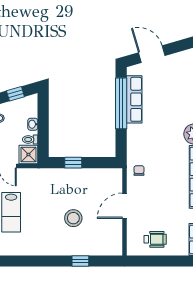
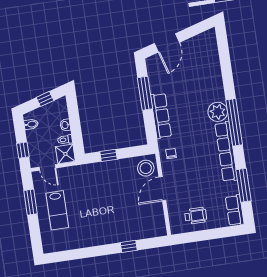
door: (152, 54) -> (167, 43), swing flipped
row of seats: (134, 99) -> (161, 116), moved
window: (121, 103) -> (145, 93), width x0.68
stool: (73, 218) -> (146, 168), moved

